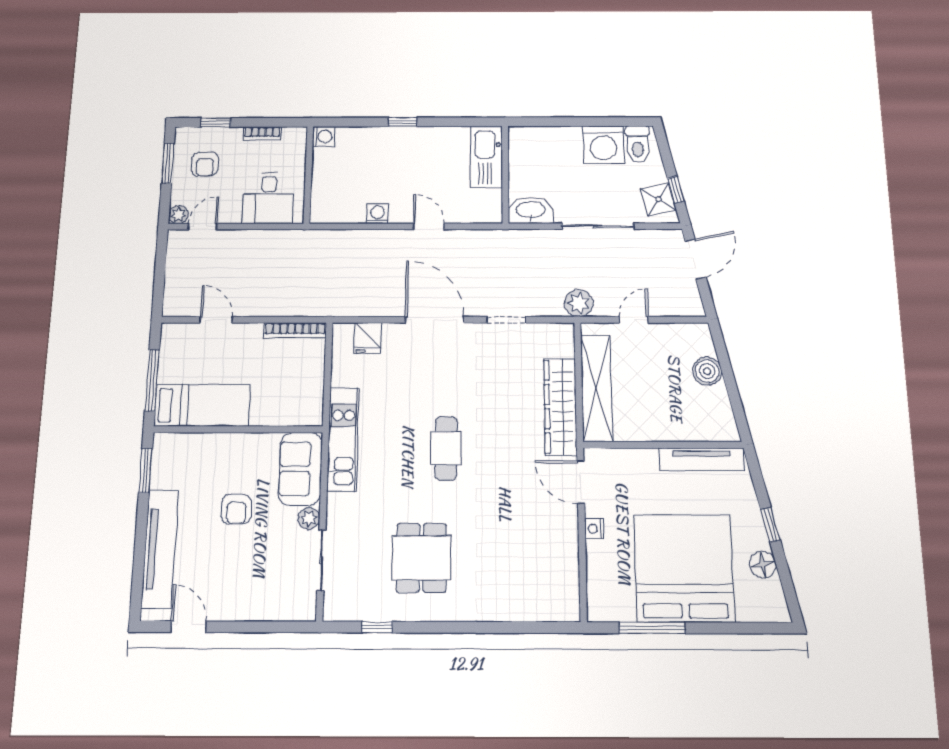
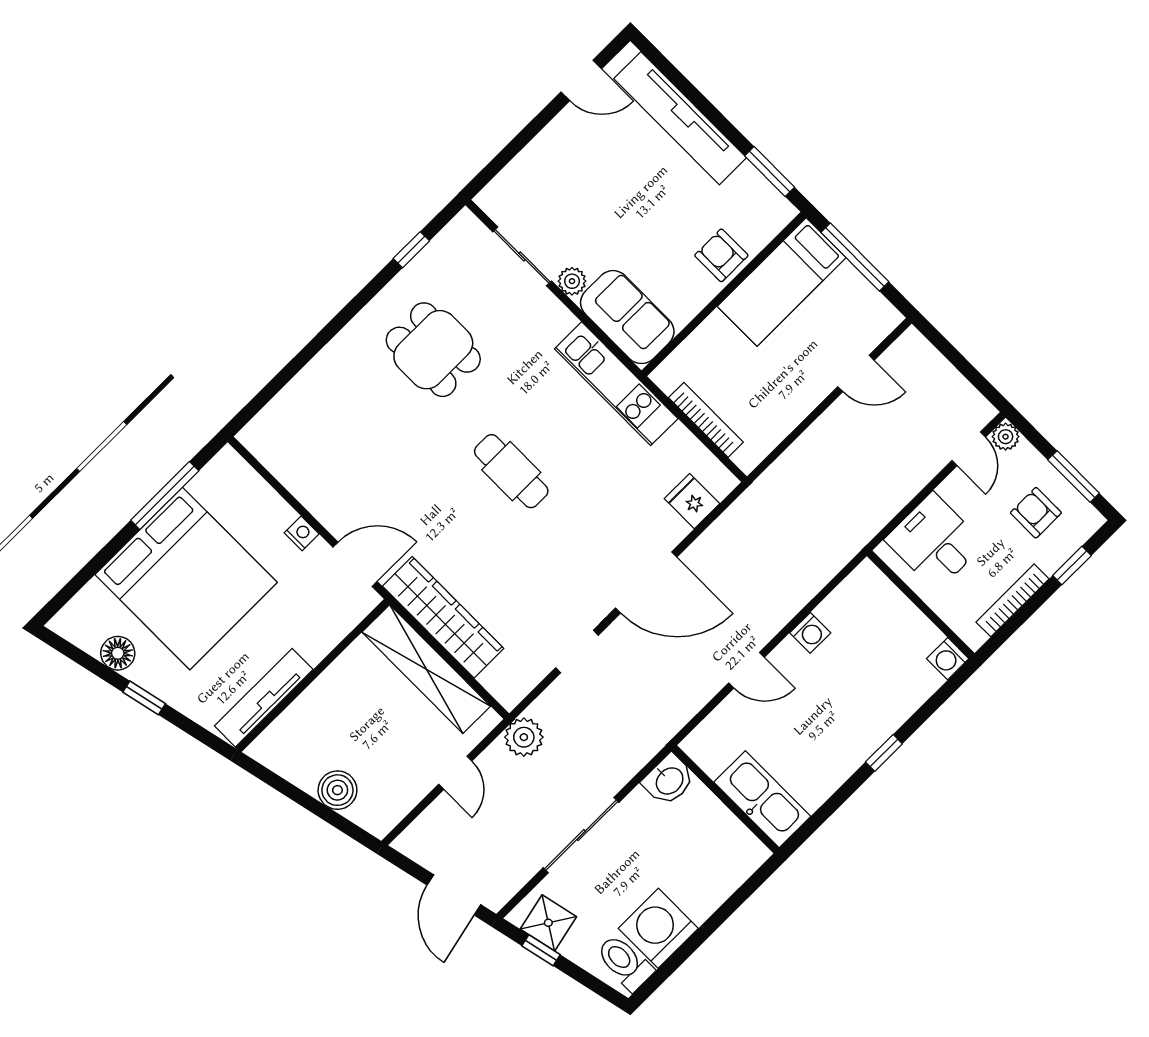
bookcase: (262, 134) -> (1013, 600), width x1.56
washbasin: (531, 211) -> (669, 780), width x0.72
bookcase: (295, 330) -> (706, 420), moved, turned 90
armchair: (236, 509) -> (721, 255), moved

